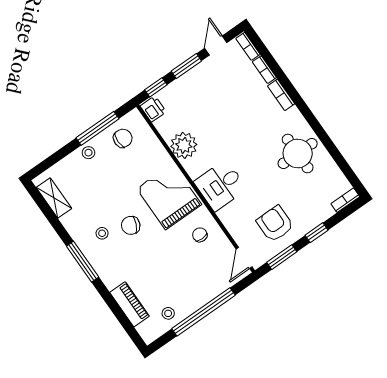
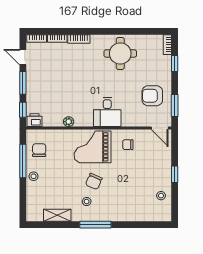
plant: (184, 145) -> (69, 122), width x0.53, depth x0.53
shelving: (54, 198) -> (57, 215), moved
window: (317, 233) -> (175, 64), moved
piano: (130, 304) -> (140, 215), removed
window: (203, 312) -> (175, 174), width x0.32

